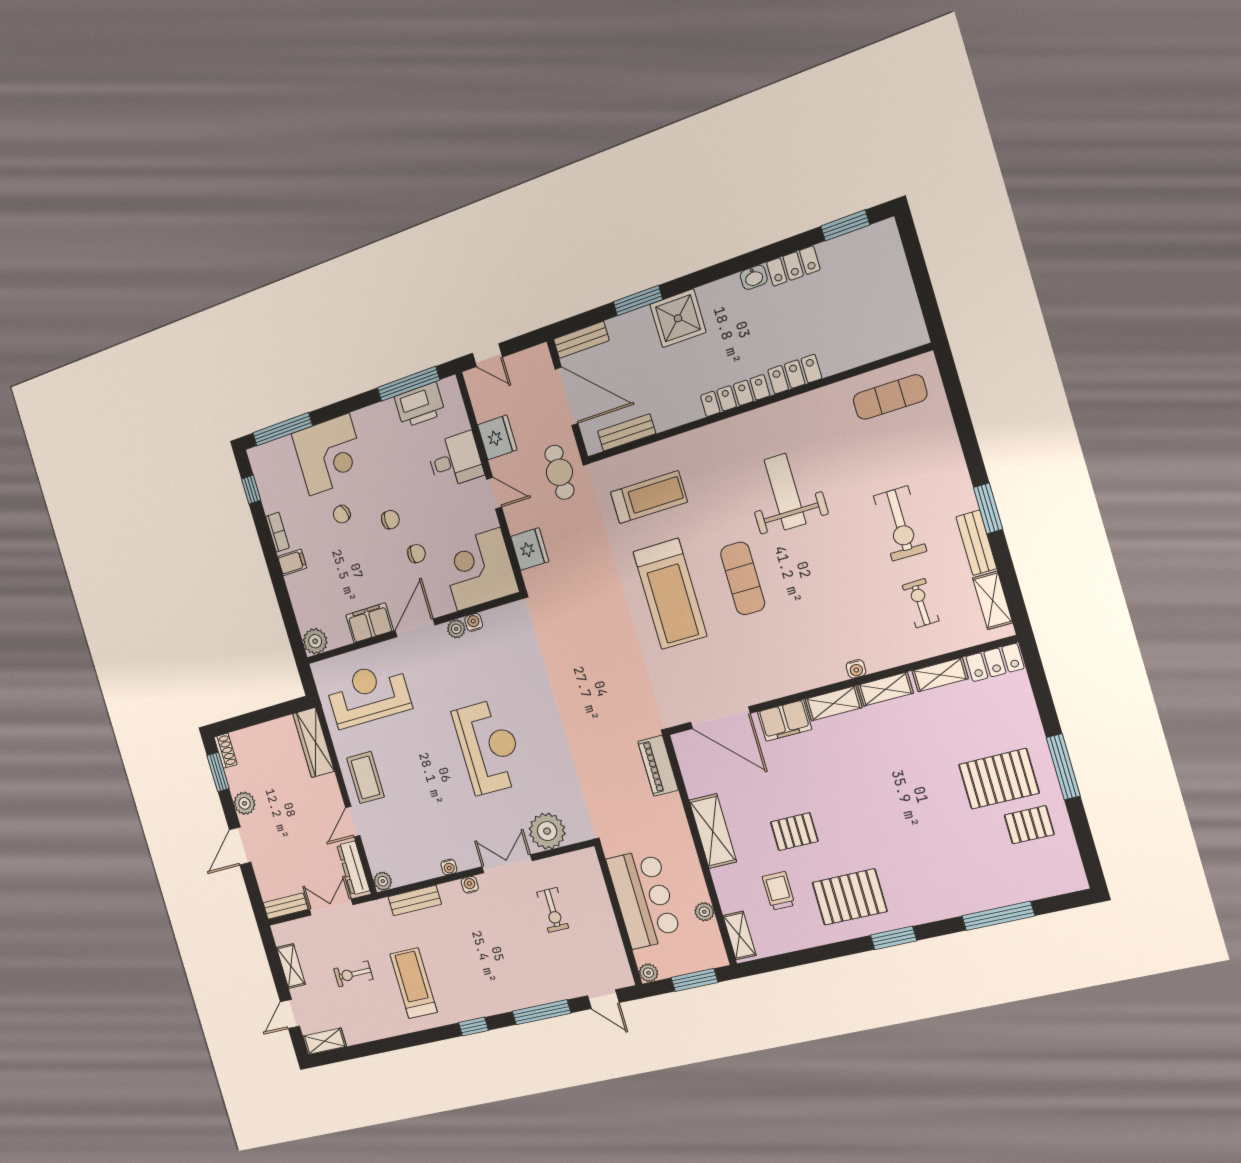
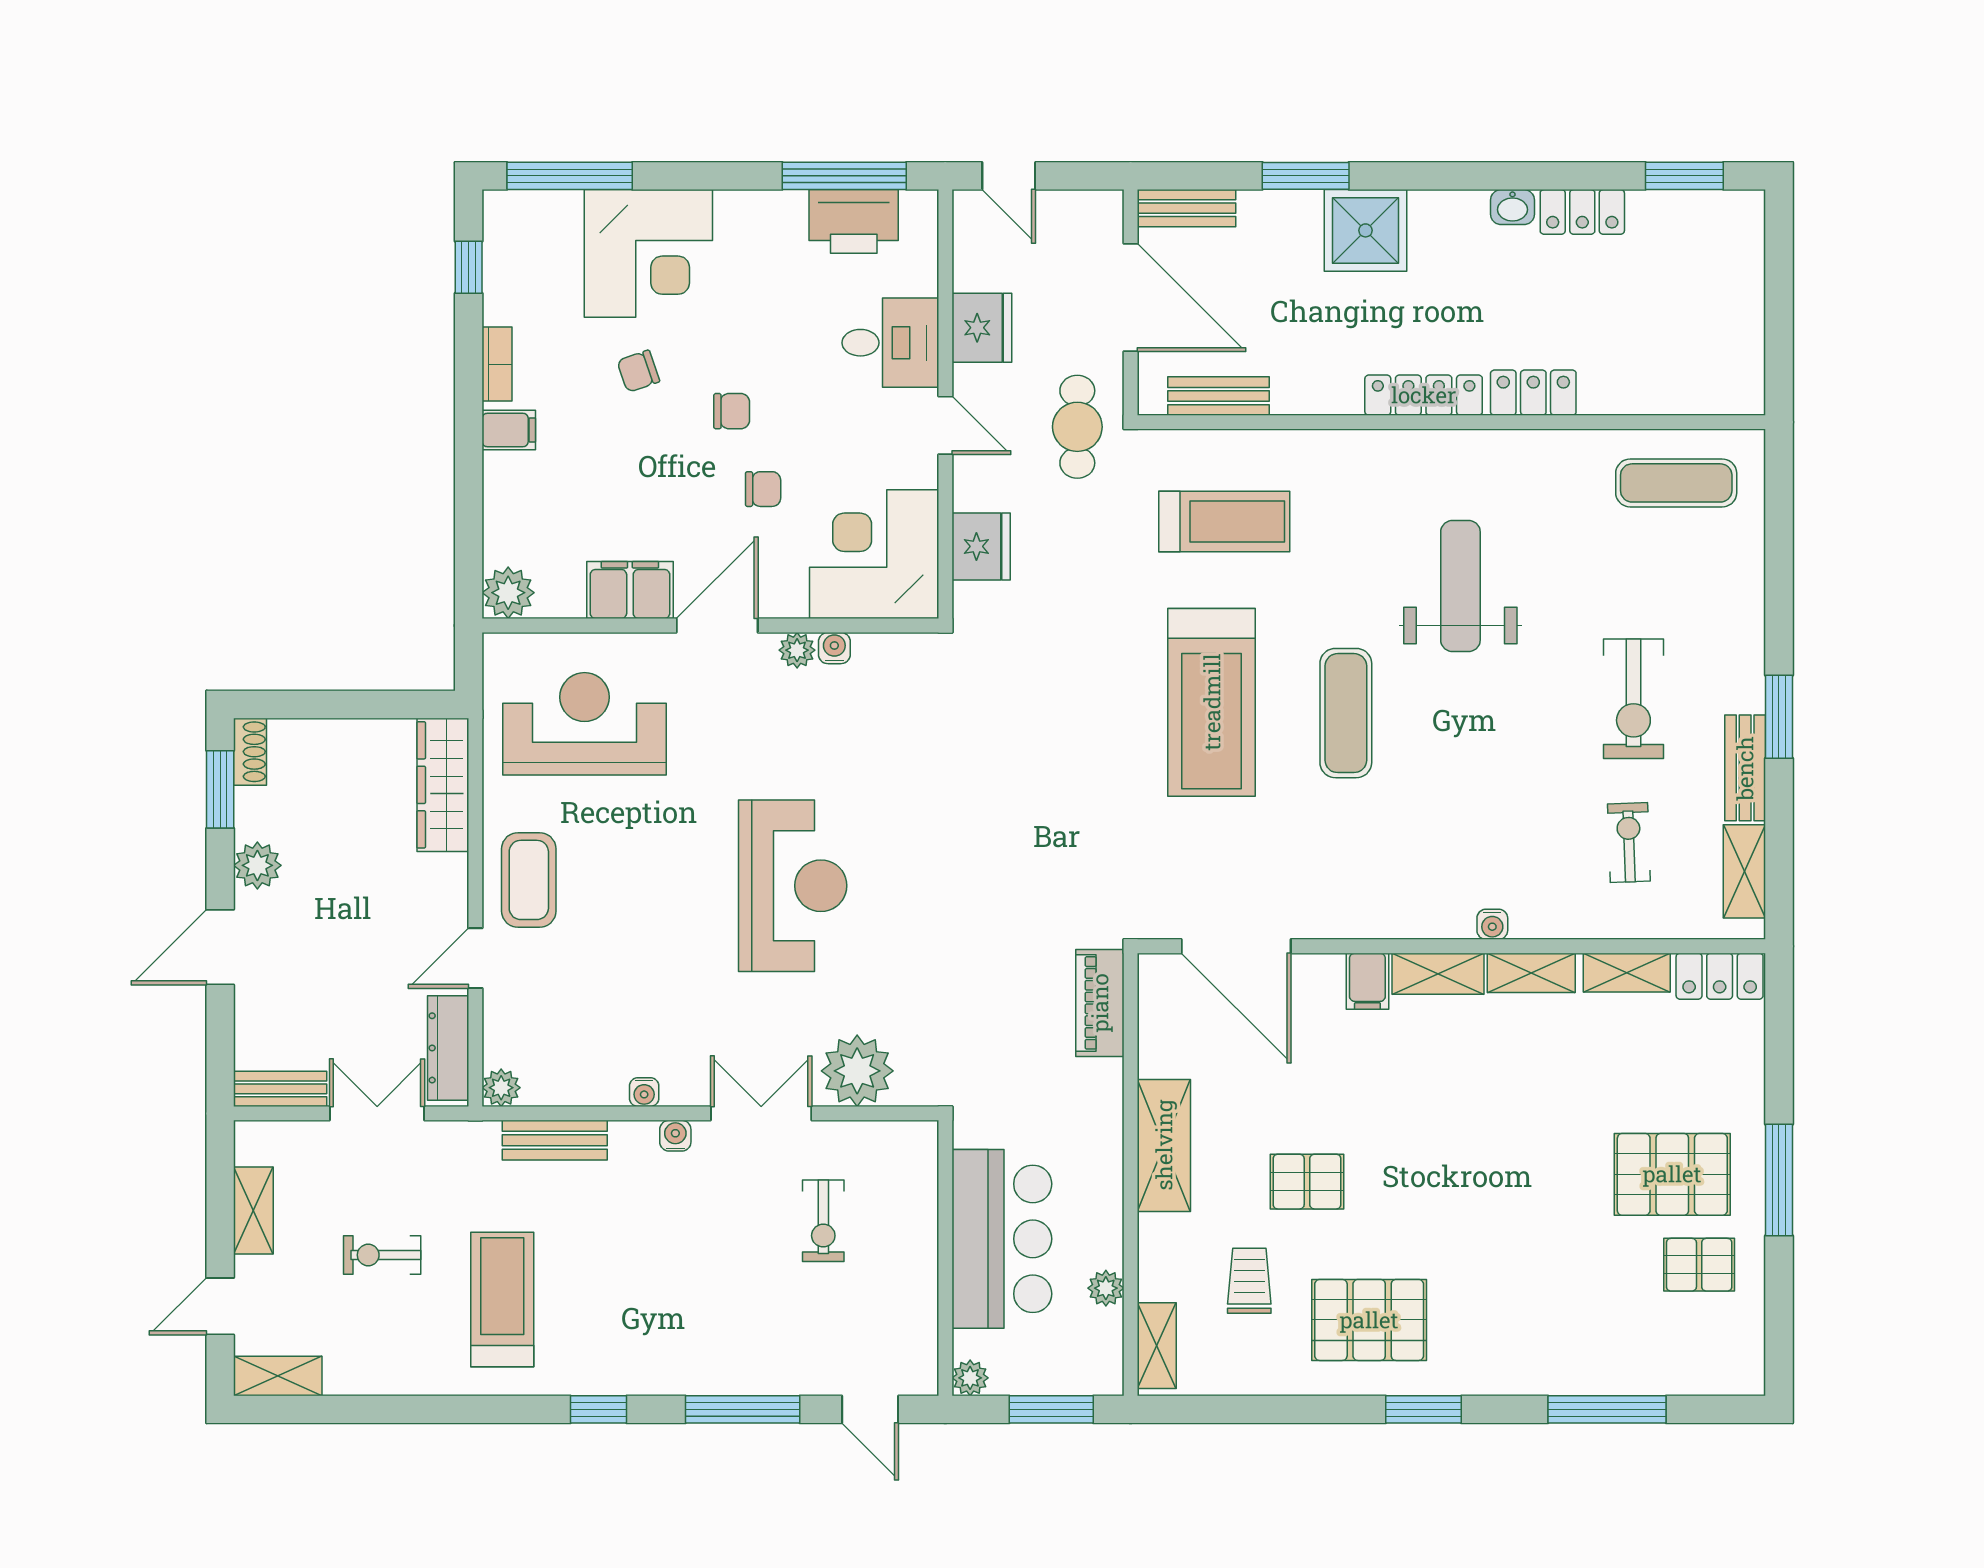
filing cabinet: (785, 721) -> (1367, 981), width x0.50

